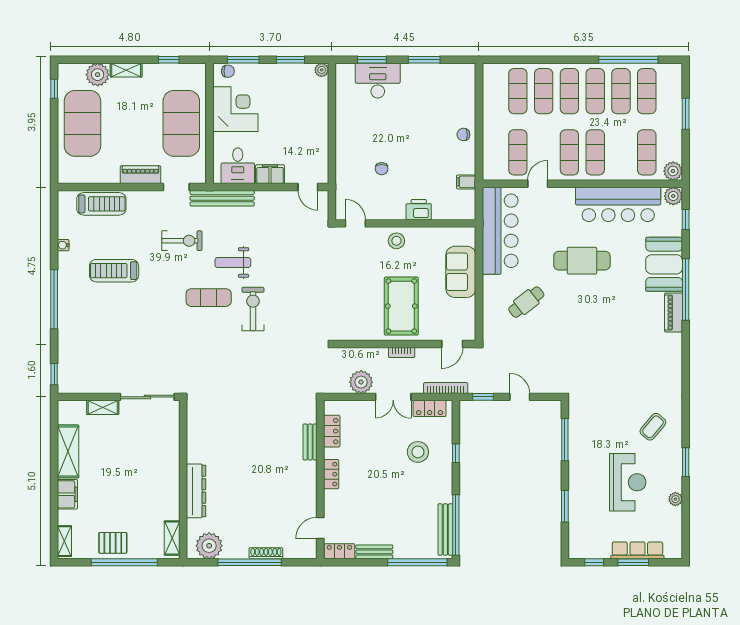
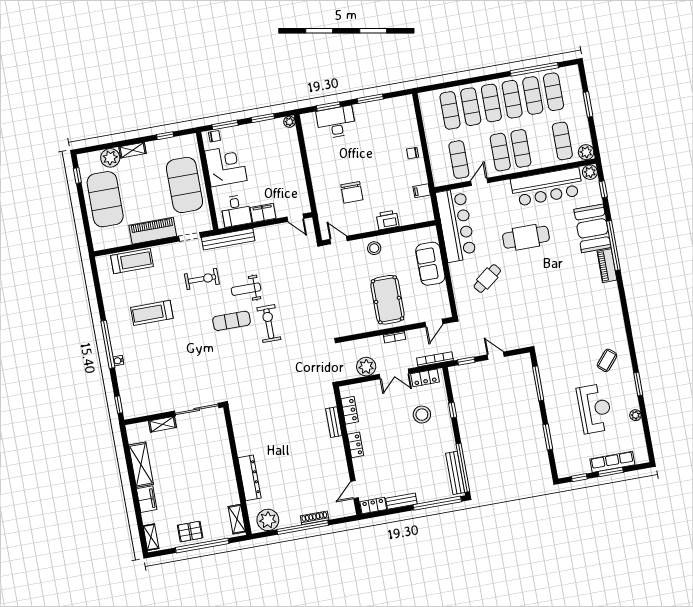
chair: (382, 169) -> (352, 192), width x1.87, depth x1.87
piano: (141, 175) -> (153, 231), width x1.37, depth x1.33
water cooler: (63, 245) -> (118, 361), moved

